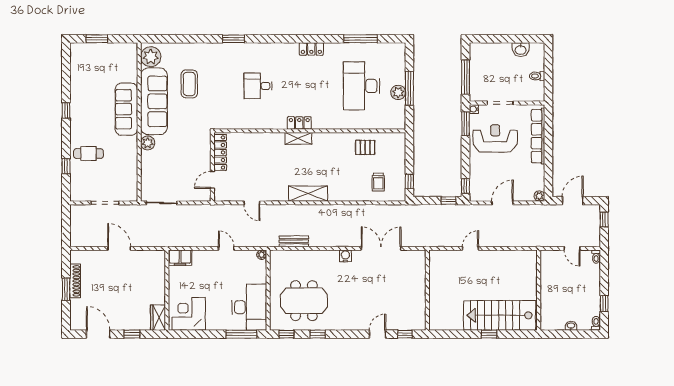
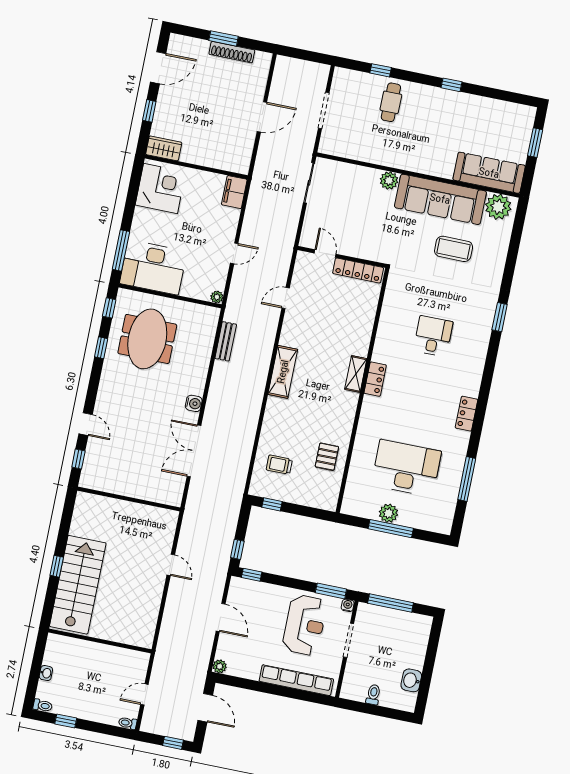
sofa: (126, 109) -> (489, 173), moved
double door: (381, 248) -> (194, 451), swing flipped

